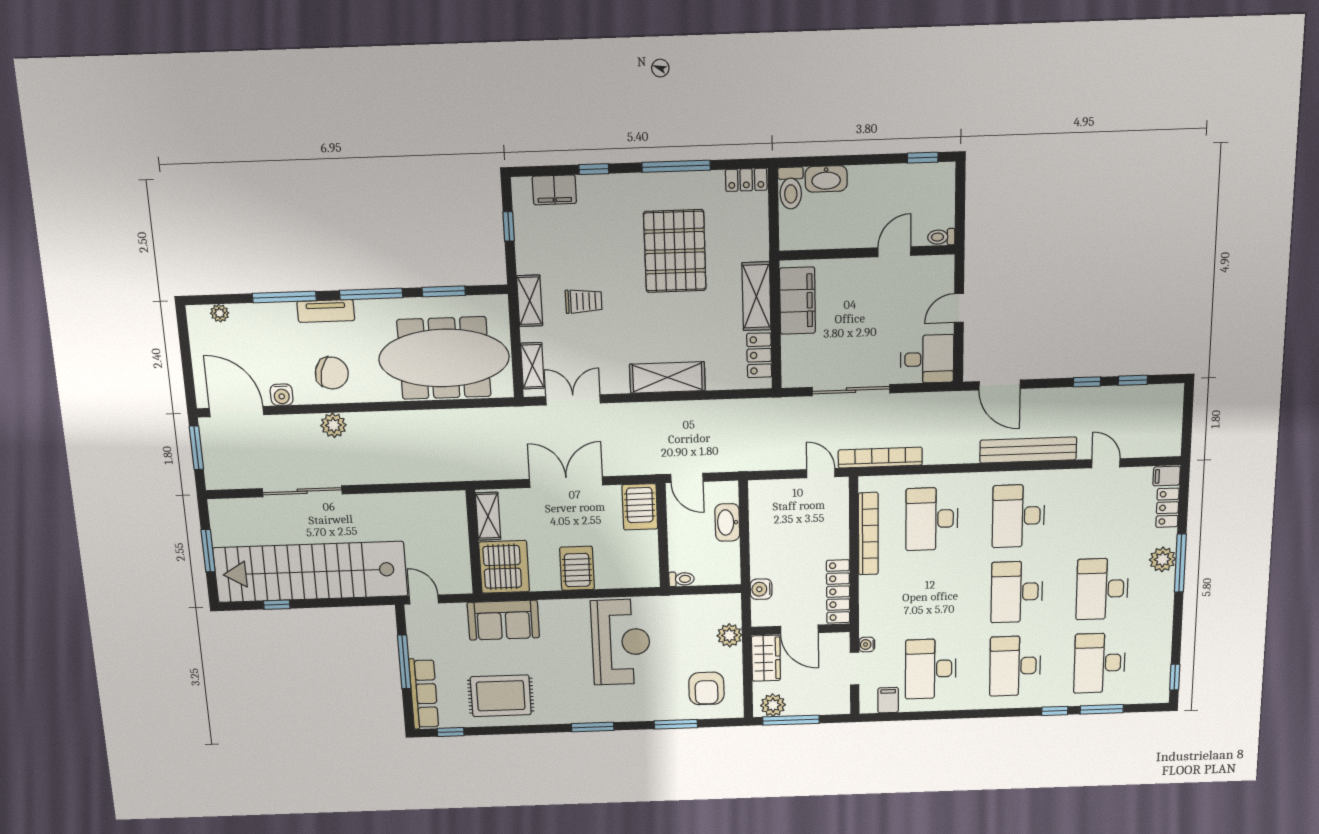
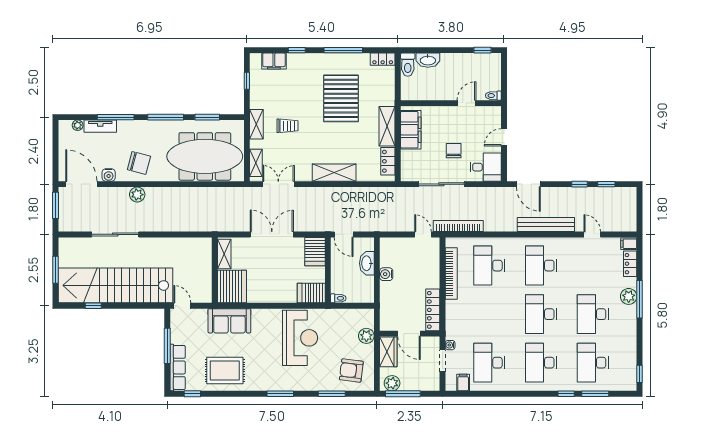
tv unit: (326, 311) -> (100, 126), moved
chair: (872, 333) -> (454, 151), added
server rack: (577, 568) -> (311, 293), moved, turned -90
water cooler: (761, 589) -> (386, 274), moved
armchair: (706, 688) -> (351, 371), turned 97

